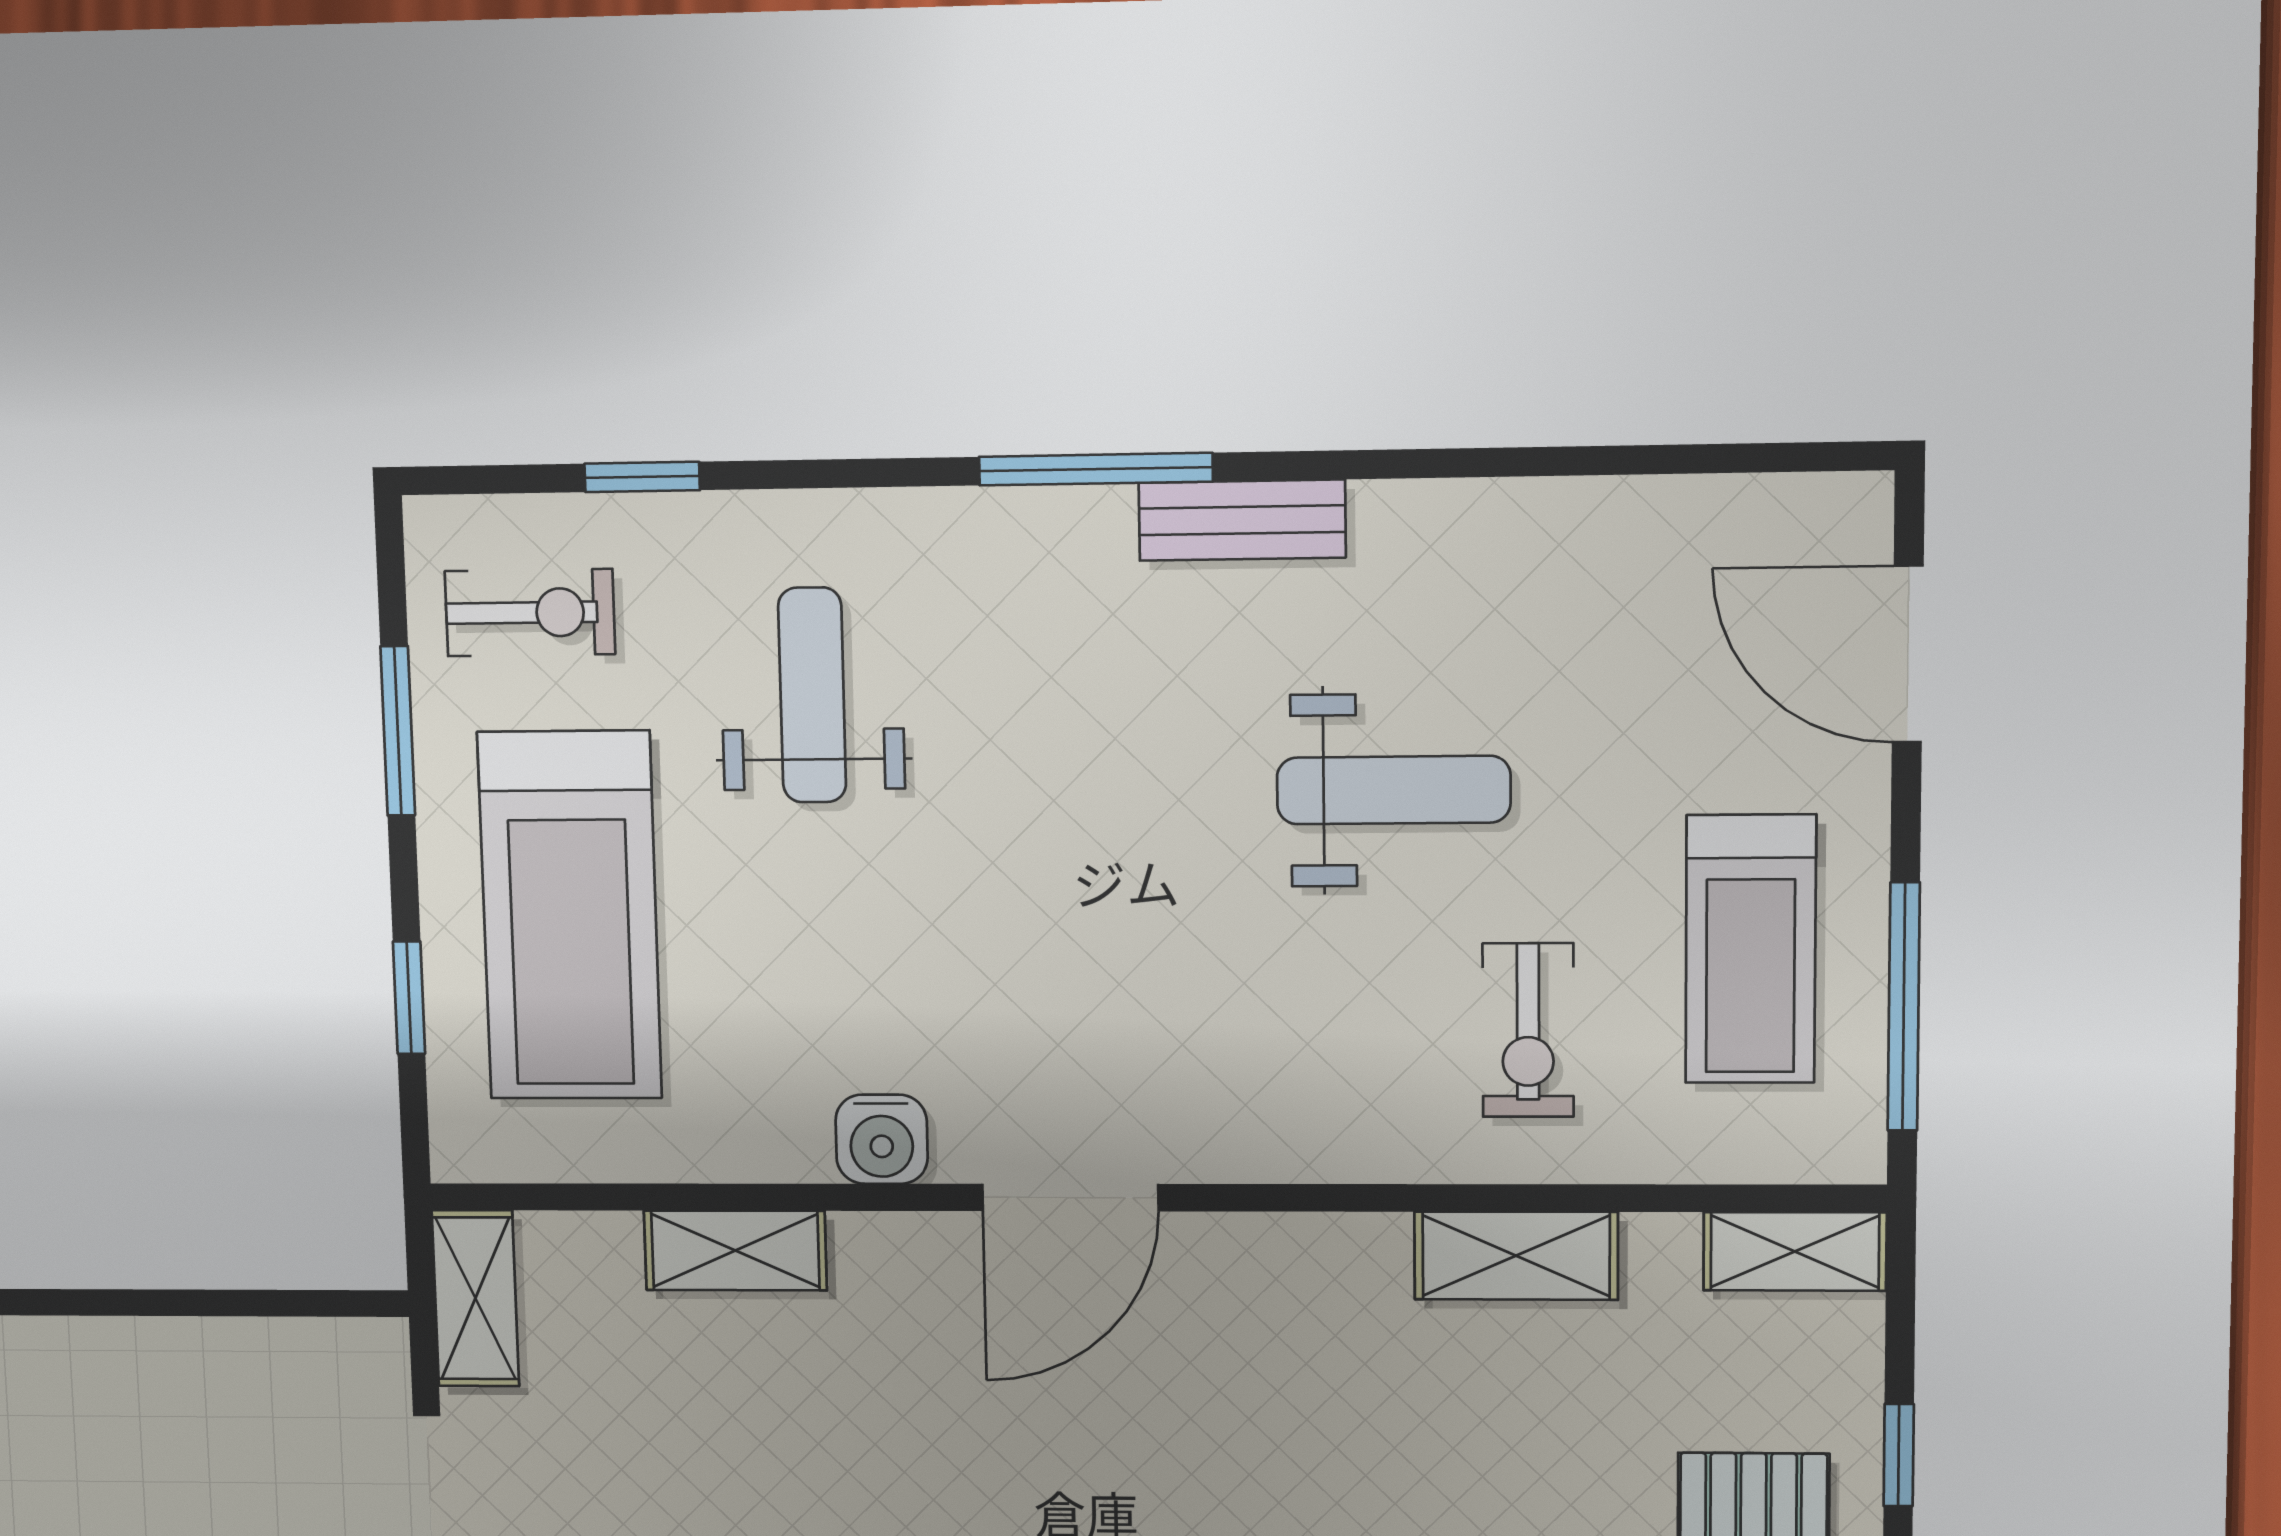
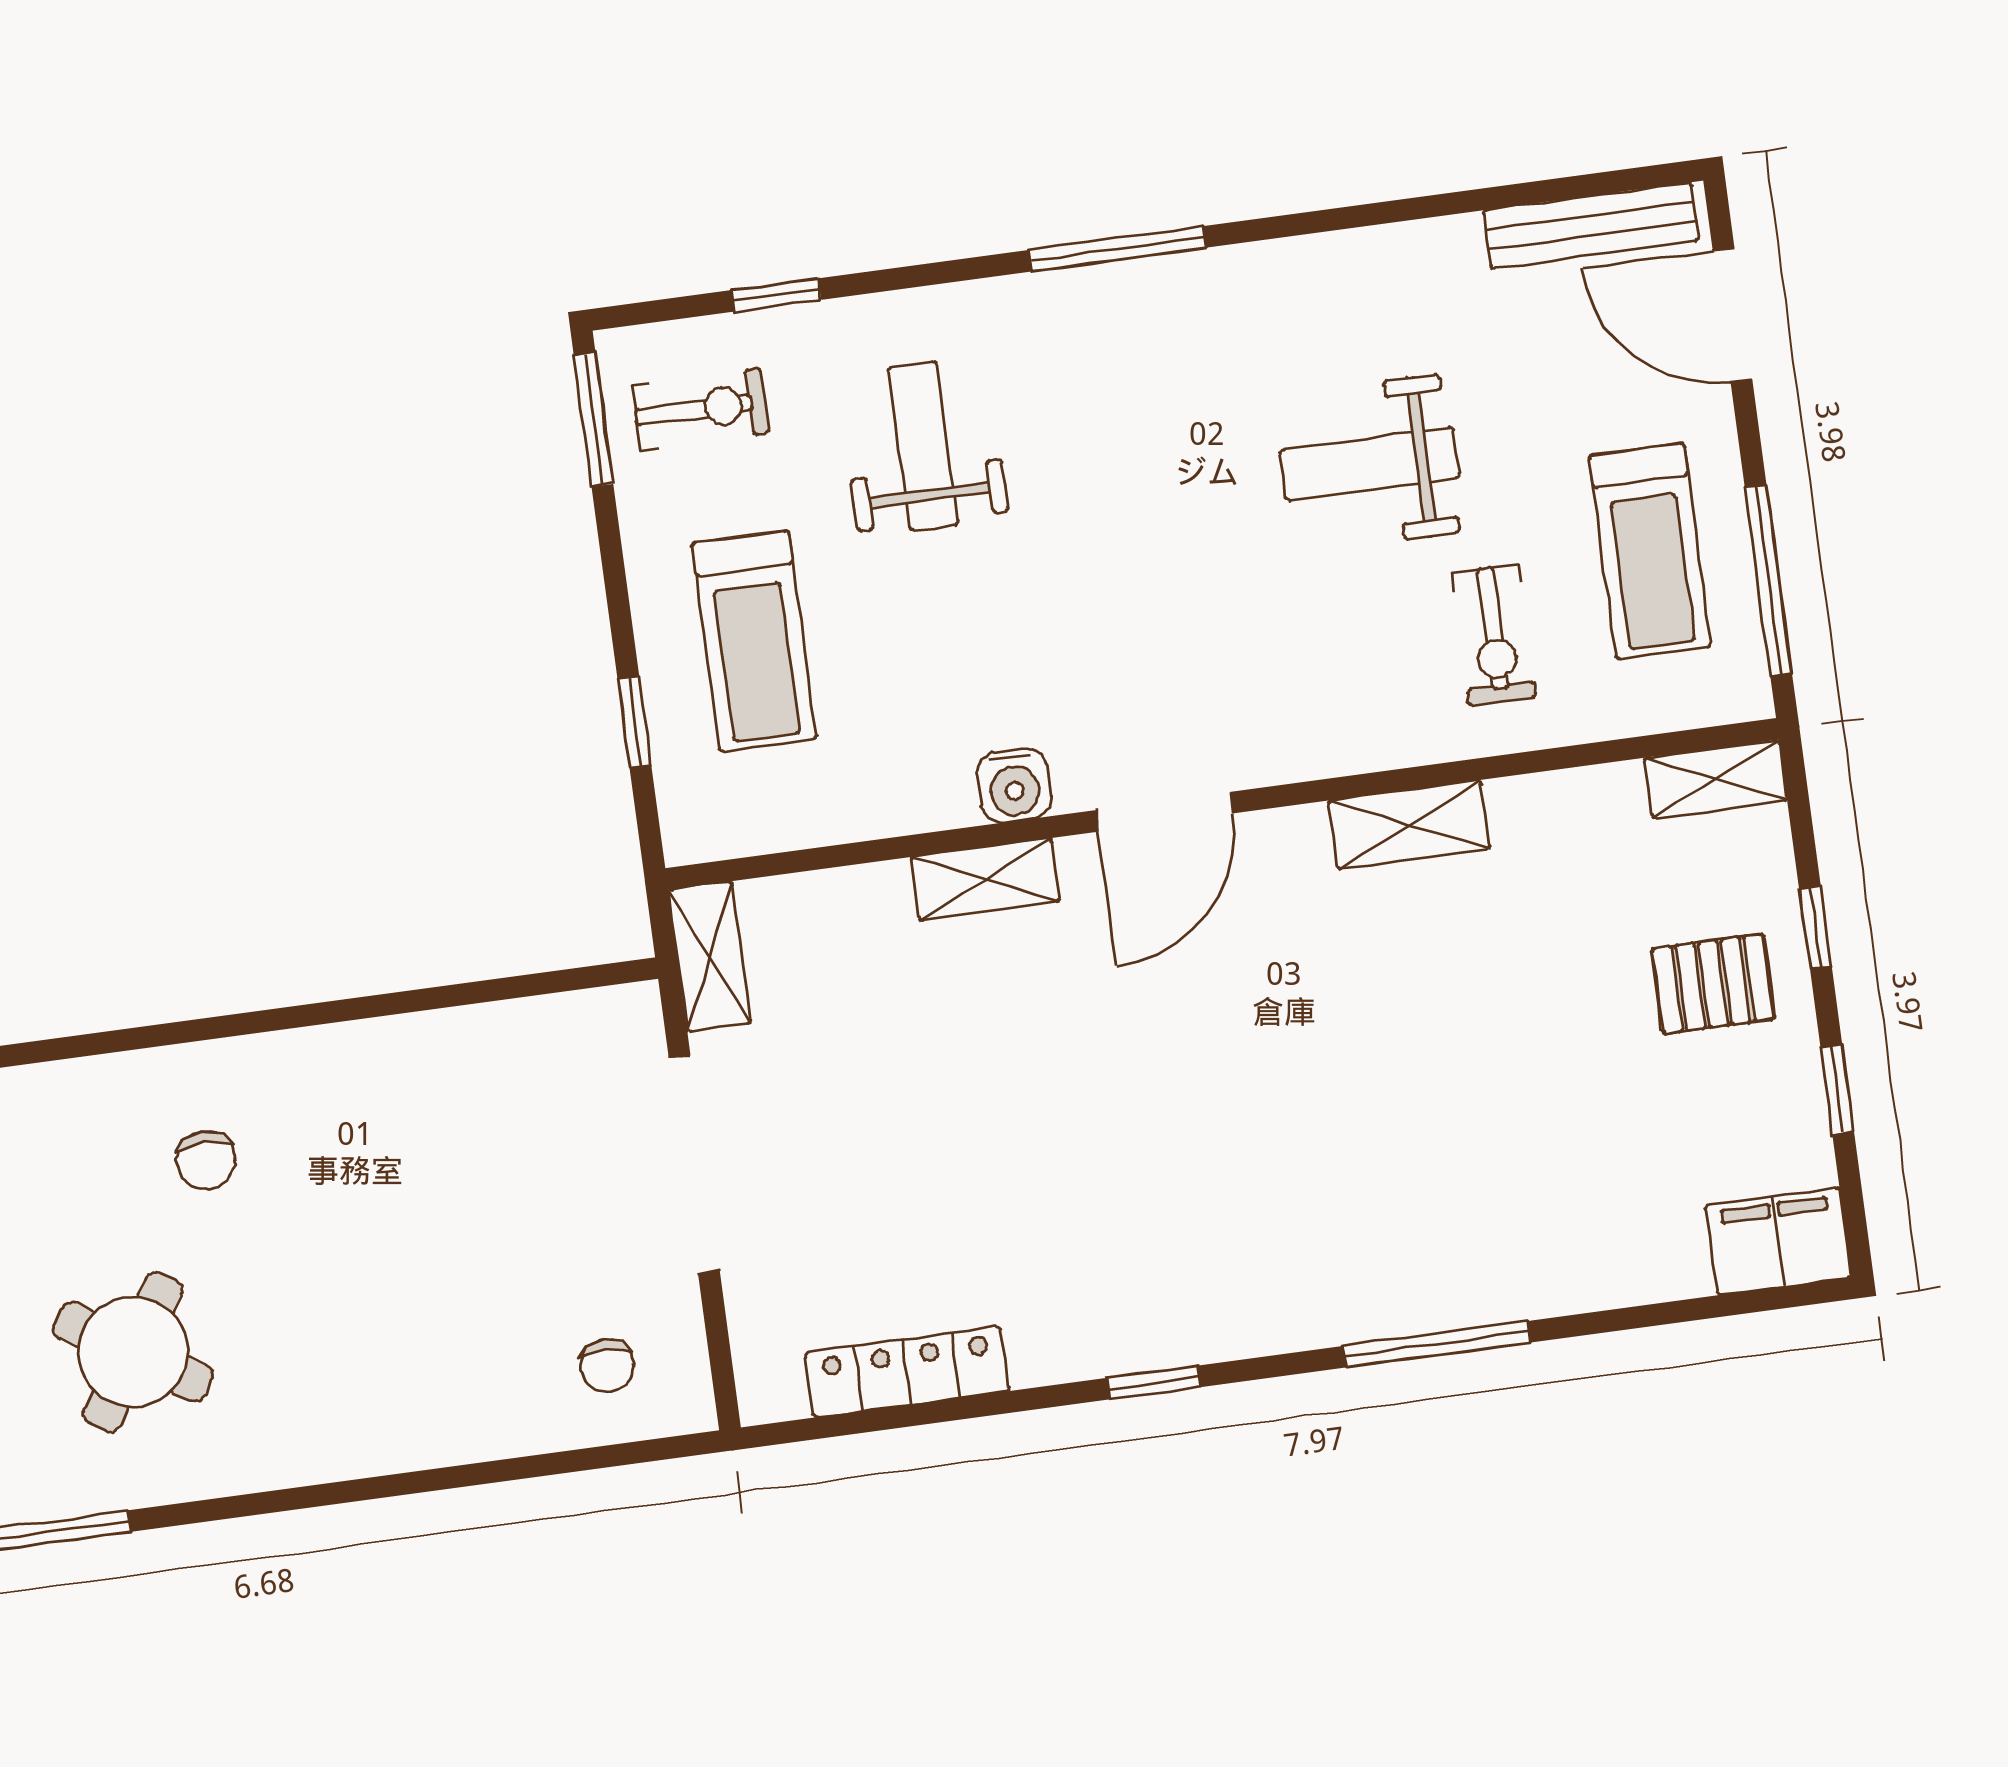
bench: (1242, 520) -> (1591, 225), moved, width x1.36
window: (398, 731) -> (594, 420), moved
weight bench: (1394, 790) -> (1370, 464), turned 180
treadmill: (570, 916) -> (754, 641), width x0.73, depth x0.73
shelving: (735, 1250) -> (985, 879), moved
shelving: (1516, 1256) -> (1409, 825), moved

